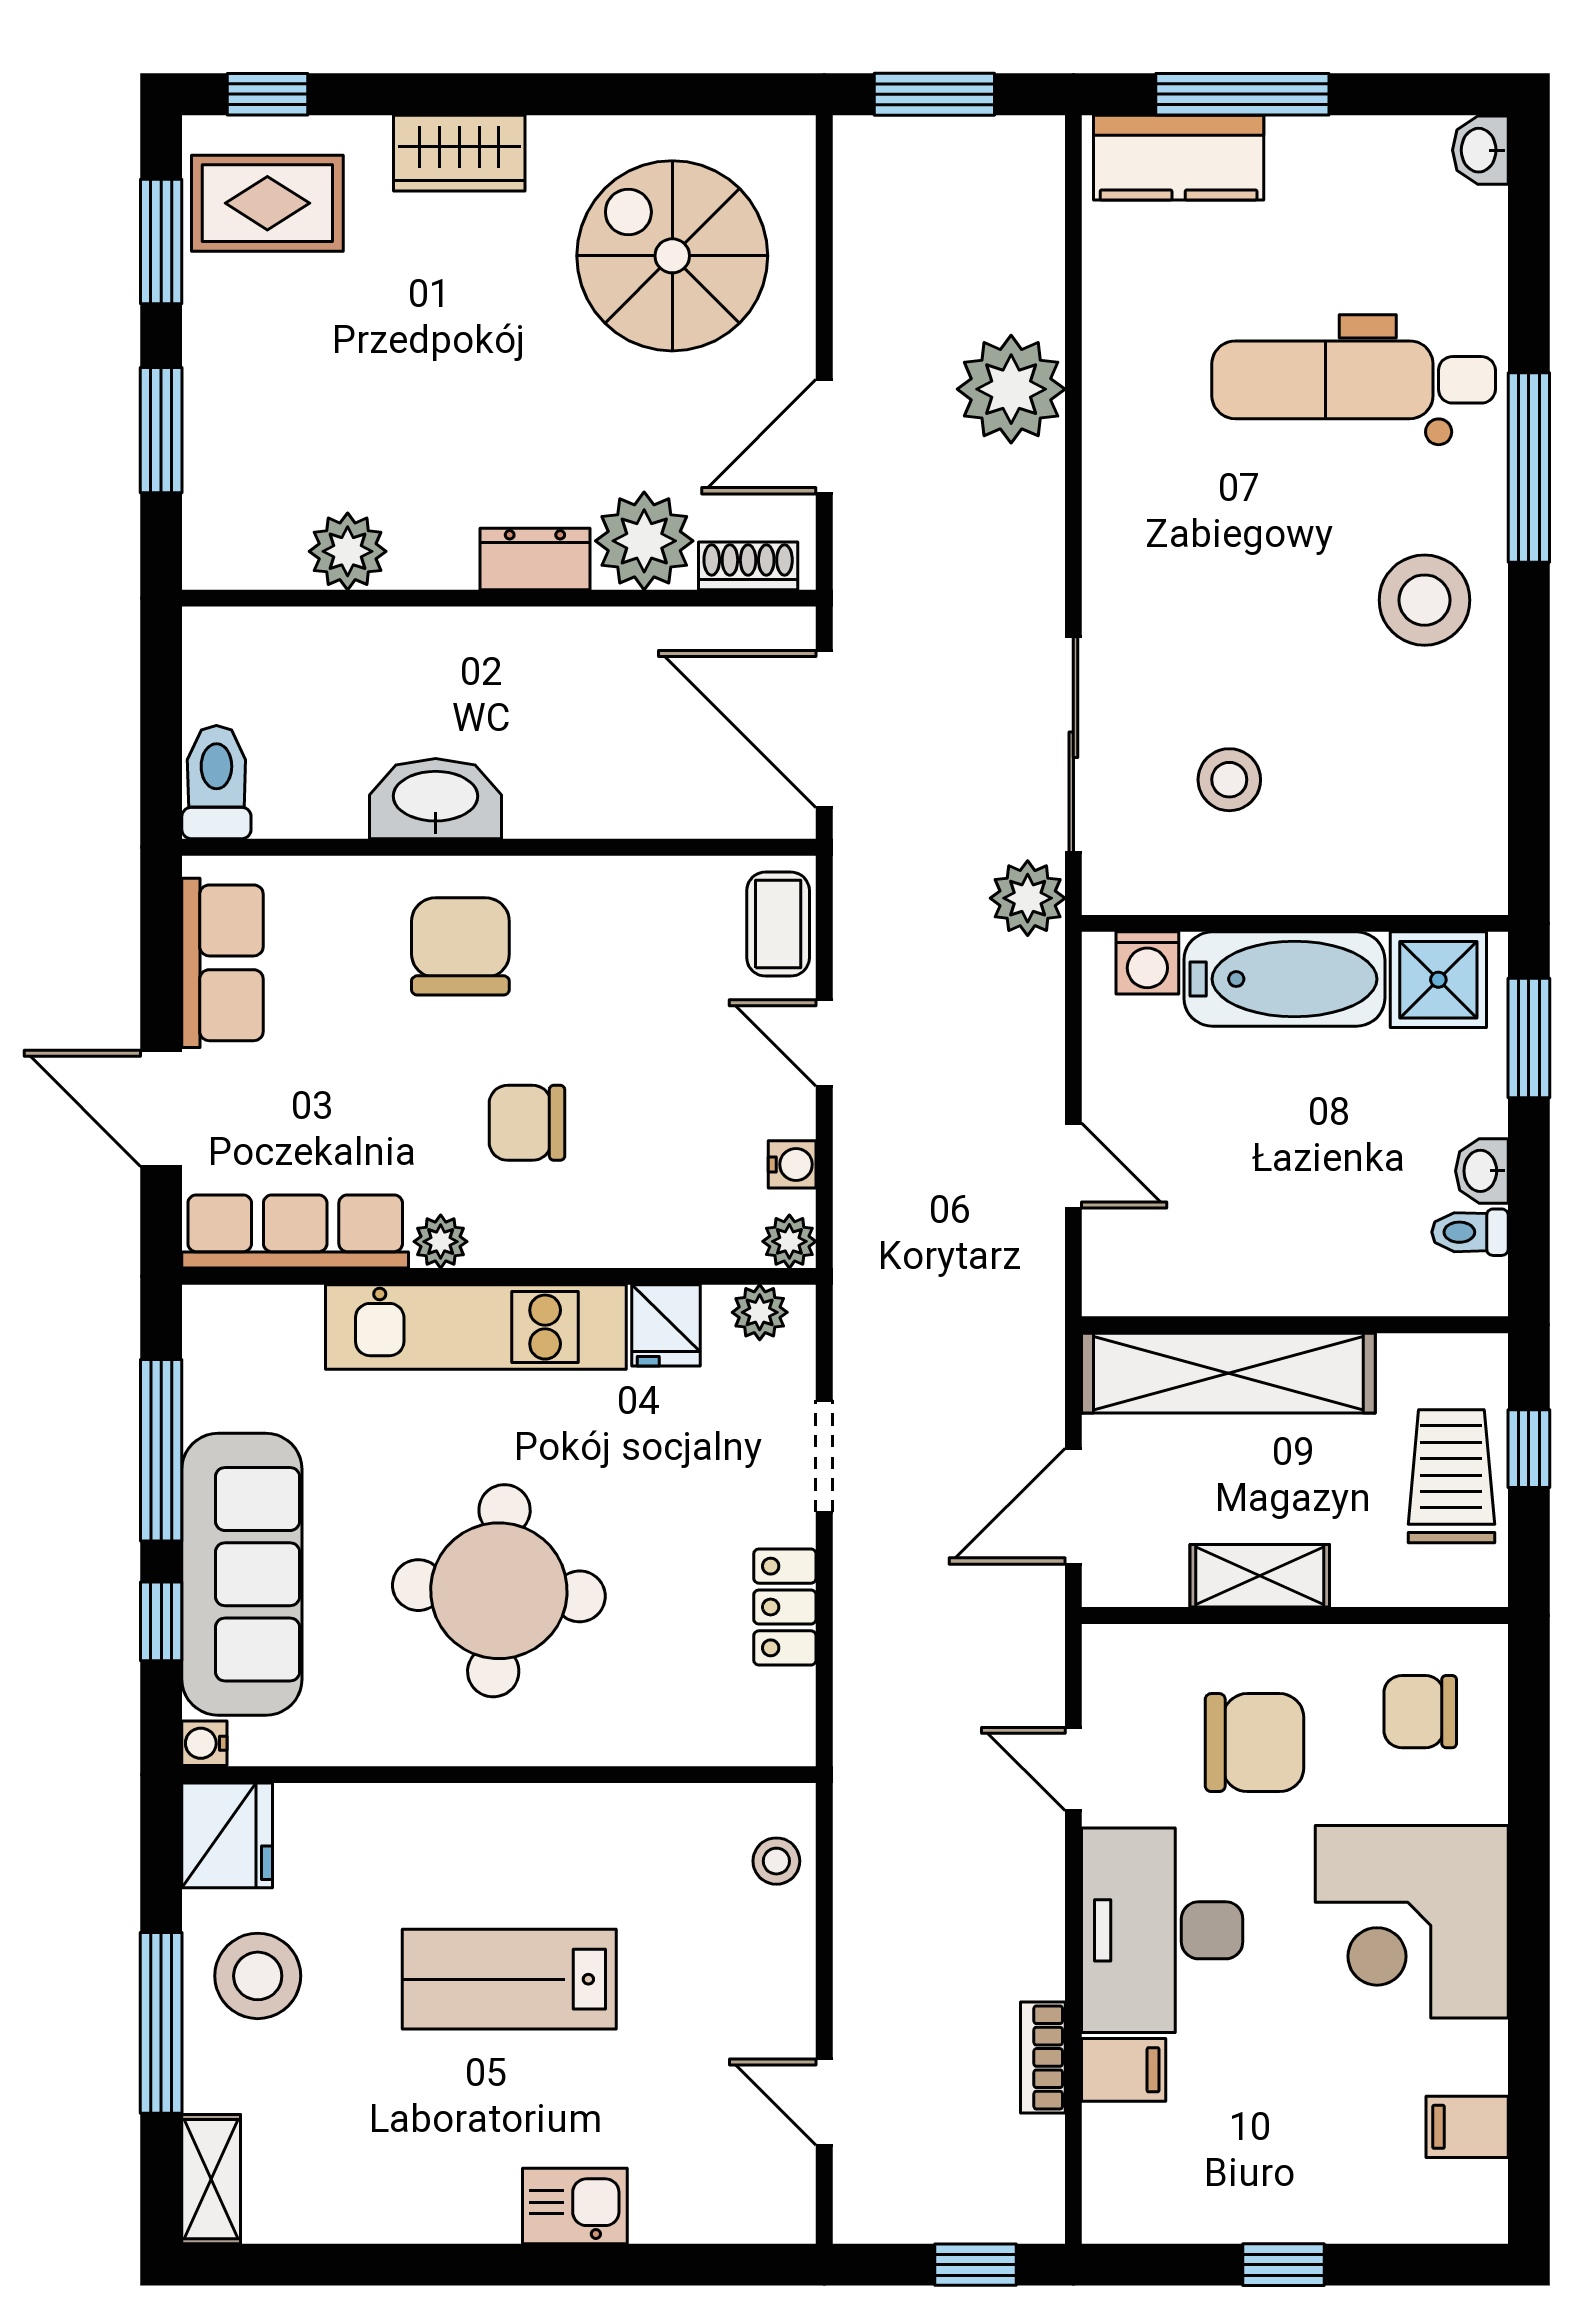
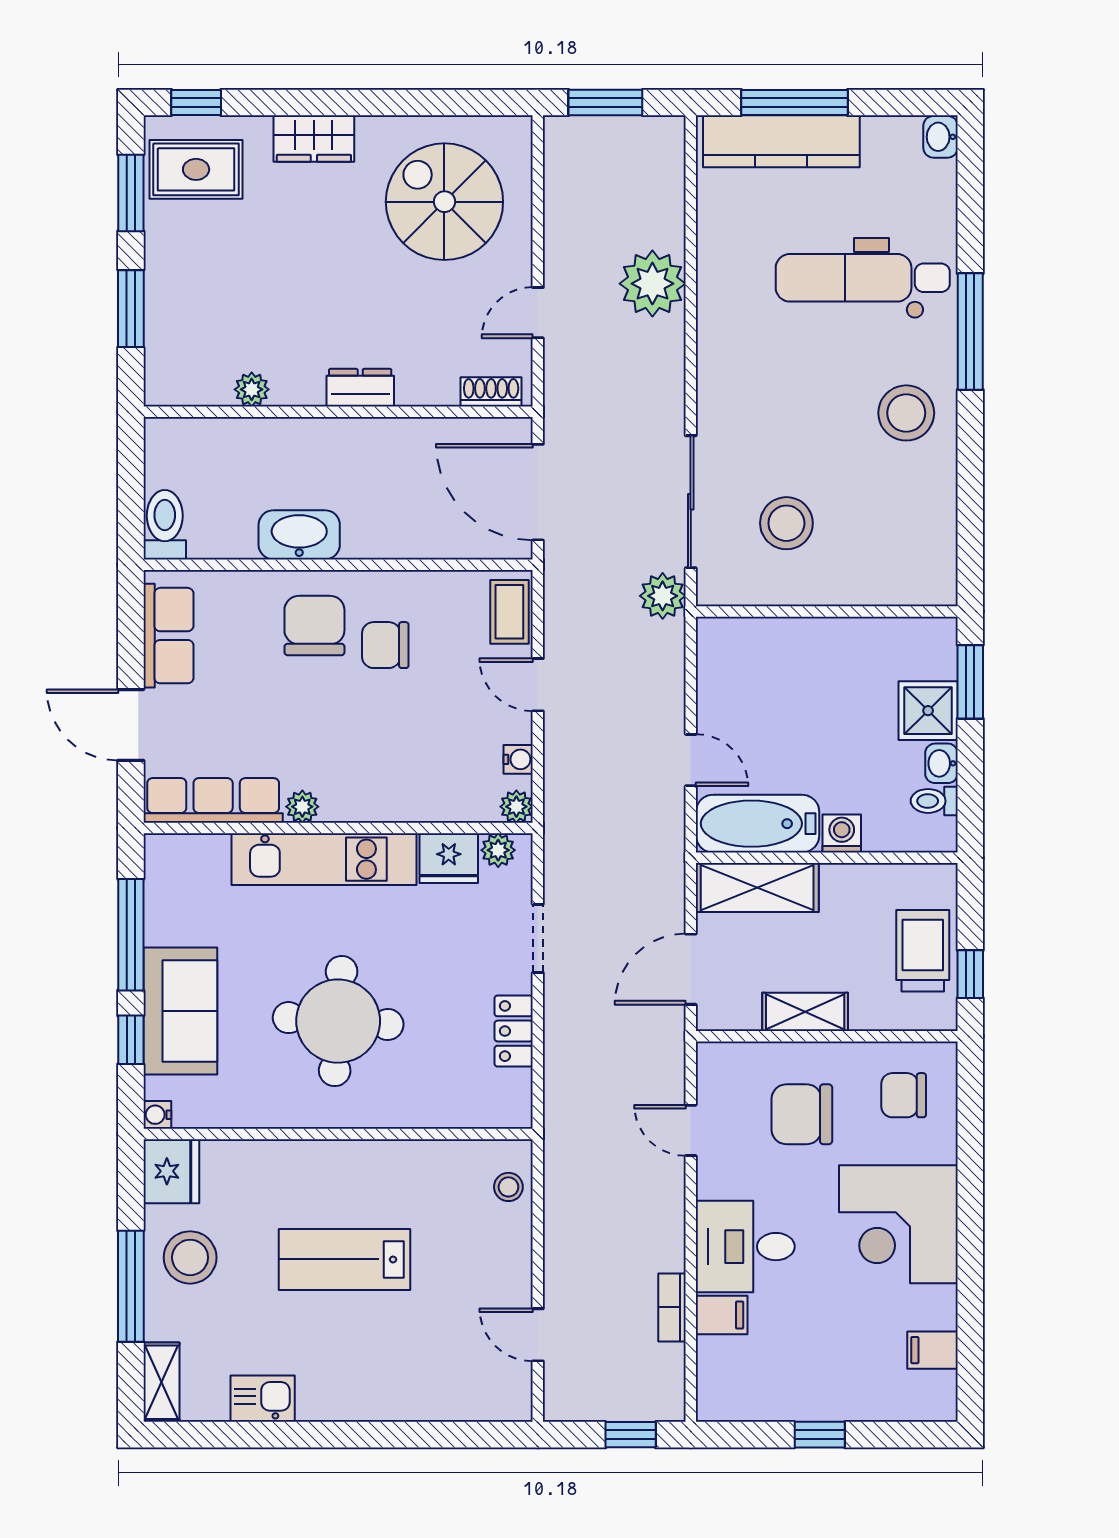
kitchen counter: (1179, 158) -> (781, 141), width x1.50
door: (824, 437) -> (538, 313), width x0.73
plant: (644, 541) -> (427, 377), removed
plant: (348, 551) -> (252, 389), width x0.73, depth x0.73
stool: (1229, 780) -> (786, 523), width x1.38, depth x1.38
washing machine: (1147, 963) -> (842, 834), moved, turned 180
bathtub: (1284, 979) -> (758, 824), moved, turned 180
shower: (1438, 980) -> (928, 711), moved
chair: (527, 1123) -> (385, 645), moved
fridge: (666, 1325) -> (449, 858), width x1.38
shelving: (1228, 1373) -> (757, 887), width x0.68
window: (1529, 1449) -> (970, 974), moved
sofa: (242, 1574) -> (180, 1011), width x0.73
chair: (1255, 1743) -> (802, 1114), turned 180
desk: (1162, 1930) -> (745, 1247), width x0.73
kitchen sink: (575, 2206) -> (263, 1399), moved

